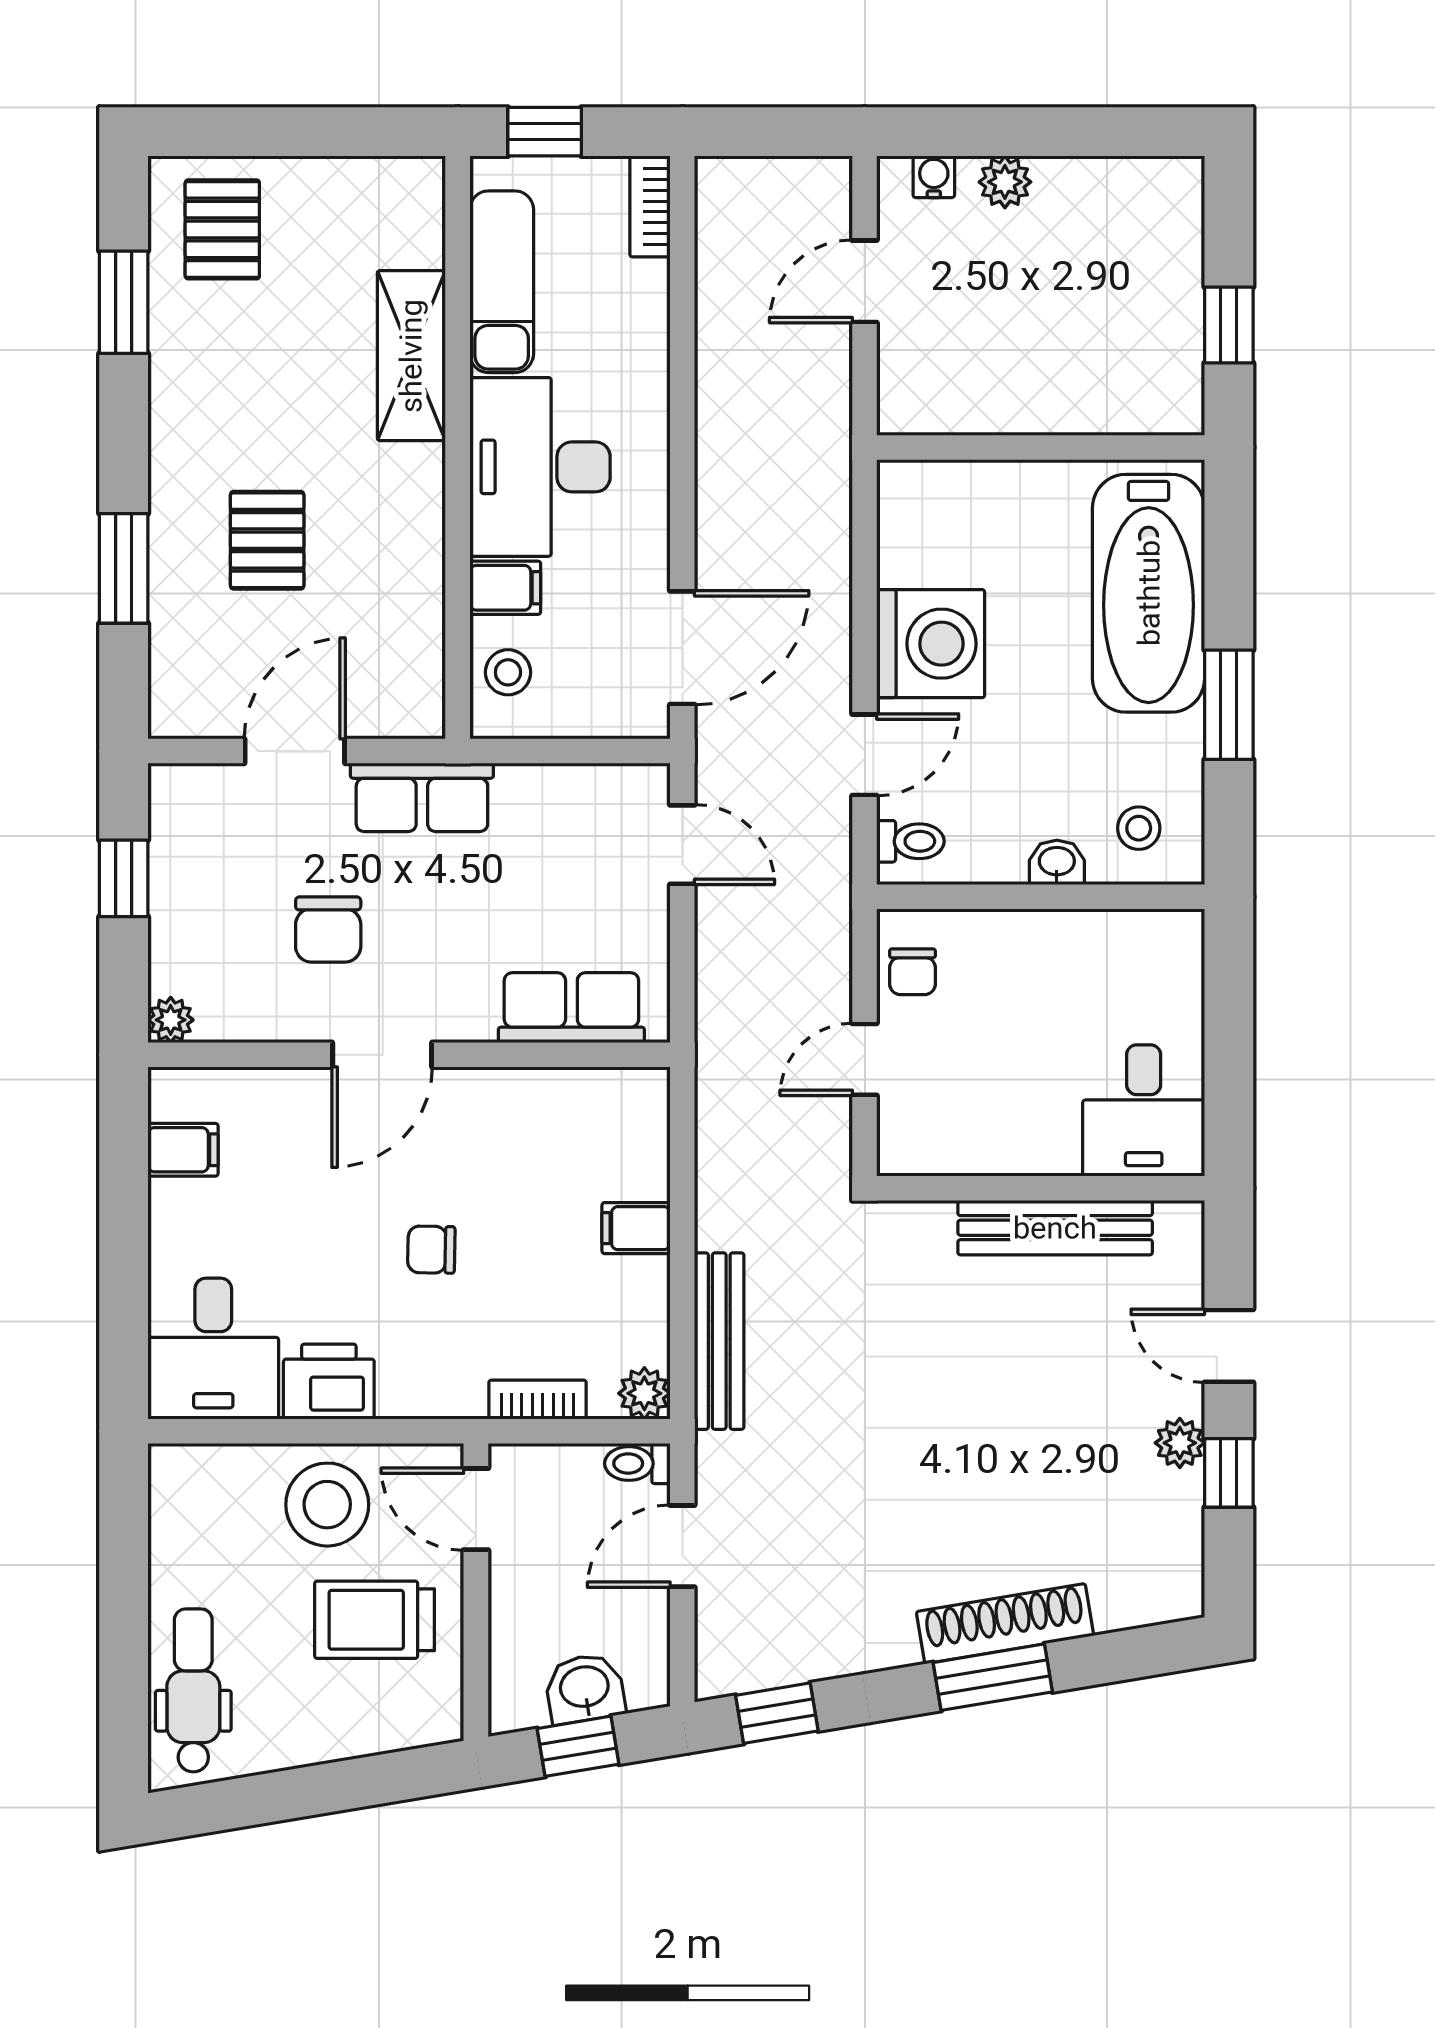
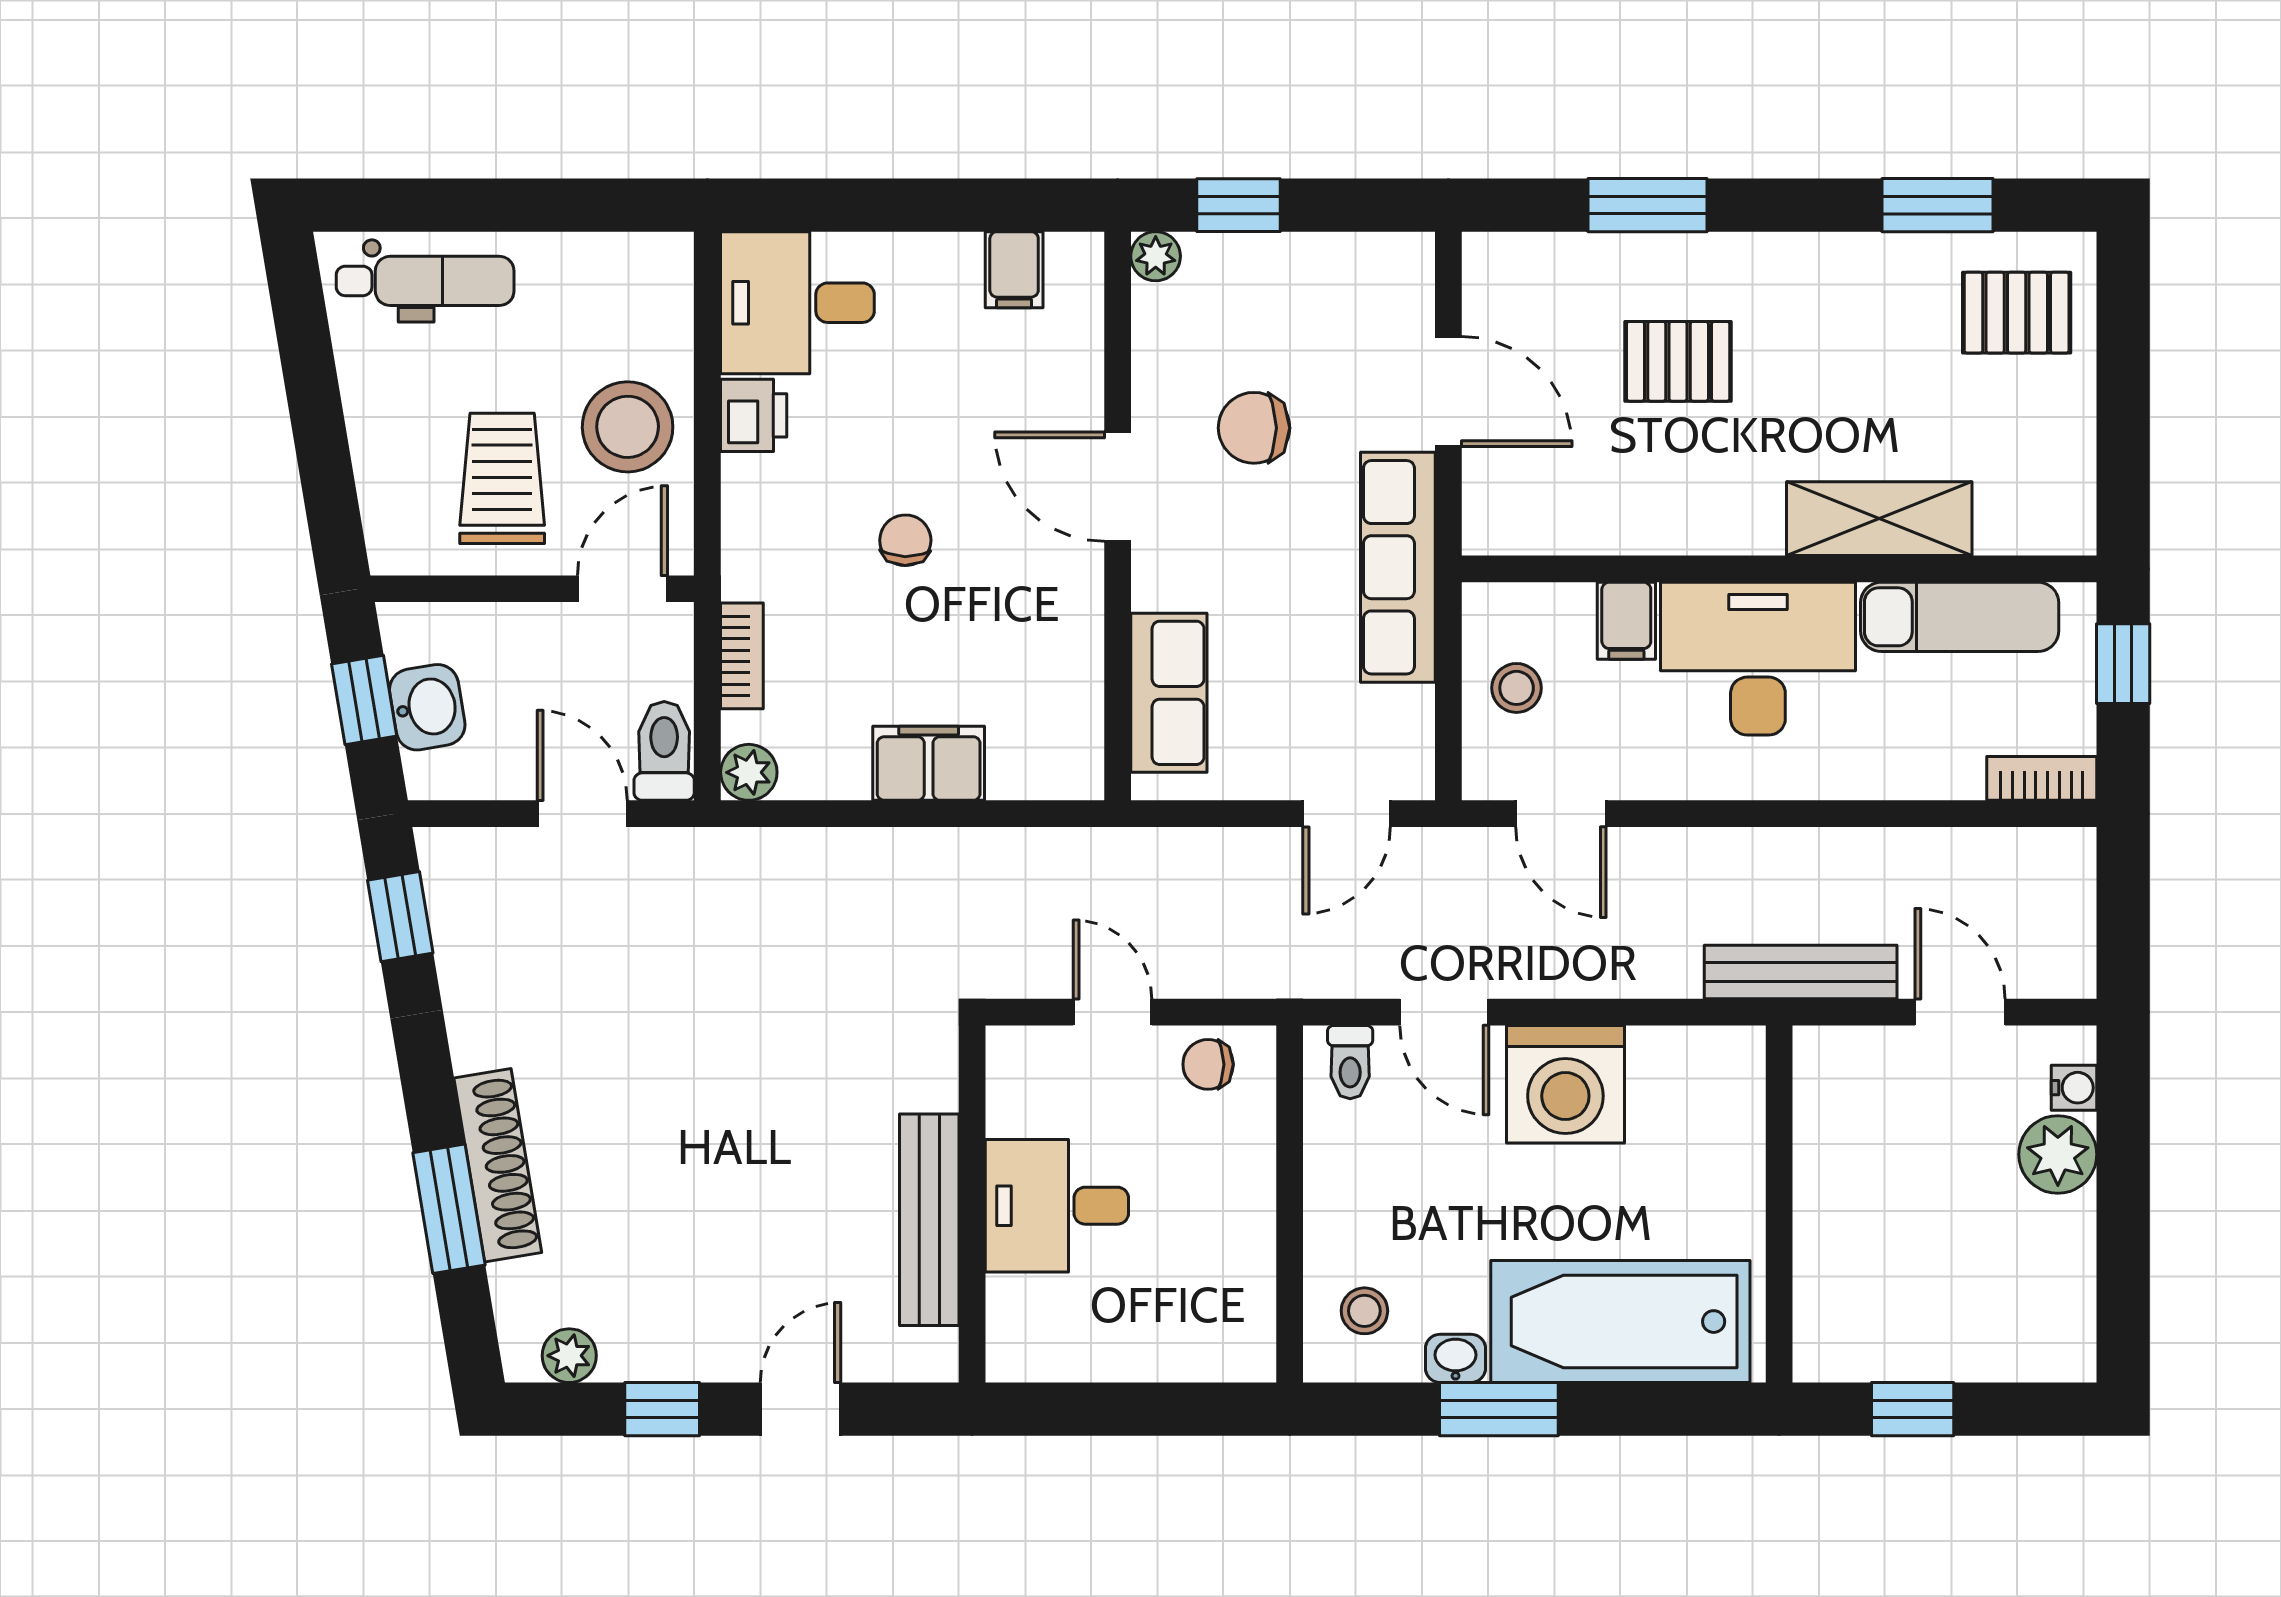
plant: (1005, 182) -> (2058, 1154), width x1.38, depth x1.38
door: (682, 648) -> (1561, 814), width x0.73
stool: (508, 672) -> (1517, 688), moved
row of seats: (422, 797) -> (1398, 567), width x1.48
washbasin: (1057, 862) -> (1456, 1358), moved, turned -90
window: (124, 878) -> (1238, 205), moved
desk: (1144, 1110) -> (1057, 1206), moved
filing cabinet: (636, 1228) -> (929, 763), width x2.00
bench: (719, 1341) -> (1801, 972), moved
printer: (329, 1382) -> (754, 415), width x0.73, depth x0.81
plant: (1180, 1443) -> (569, 1356), moved
toilet: (637, 1463) -> (664, 751), width x1.37, depth x1.39
window: (993, 1677) -> (449, 1209), moved

